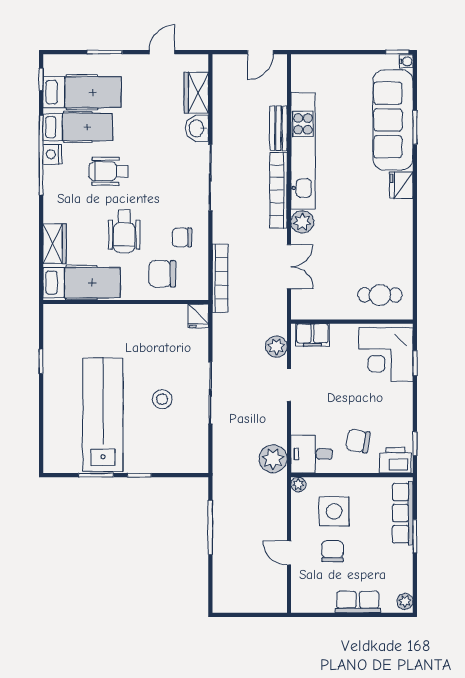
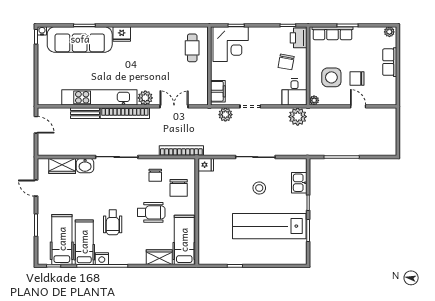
kitchen sink: (170, 461) -> (299, 183), added
door: (289, 553) -> (358, 106), swing flipped

